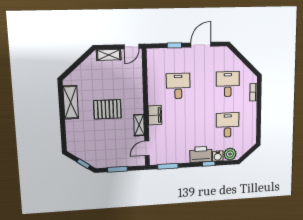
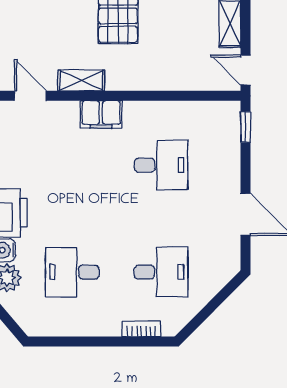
window: (174, 45) -> (246, 127), moved
desk: (228, 125) -> (72, 272), turned 180

